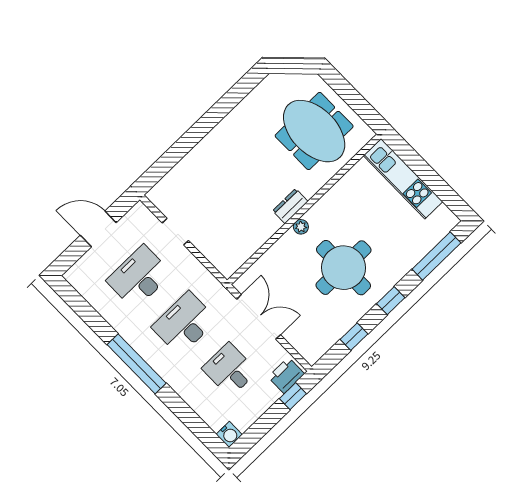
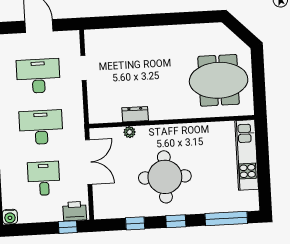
meeting table: (314, 131) -> (219, 80), turned 90
dresser: (290, 206) -> (135, 114), moved
plant: (301, 227) -> (130, 132), moved

